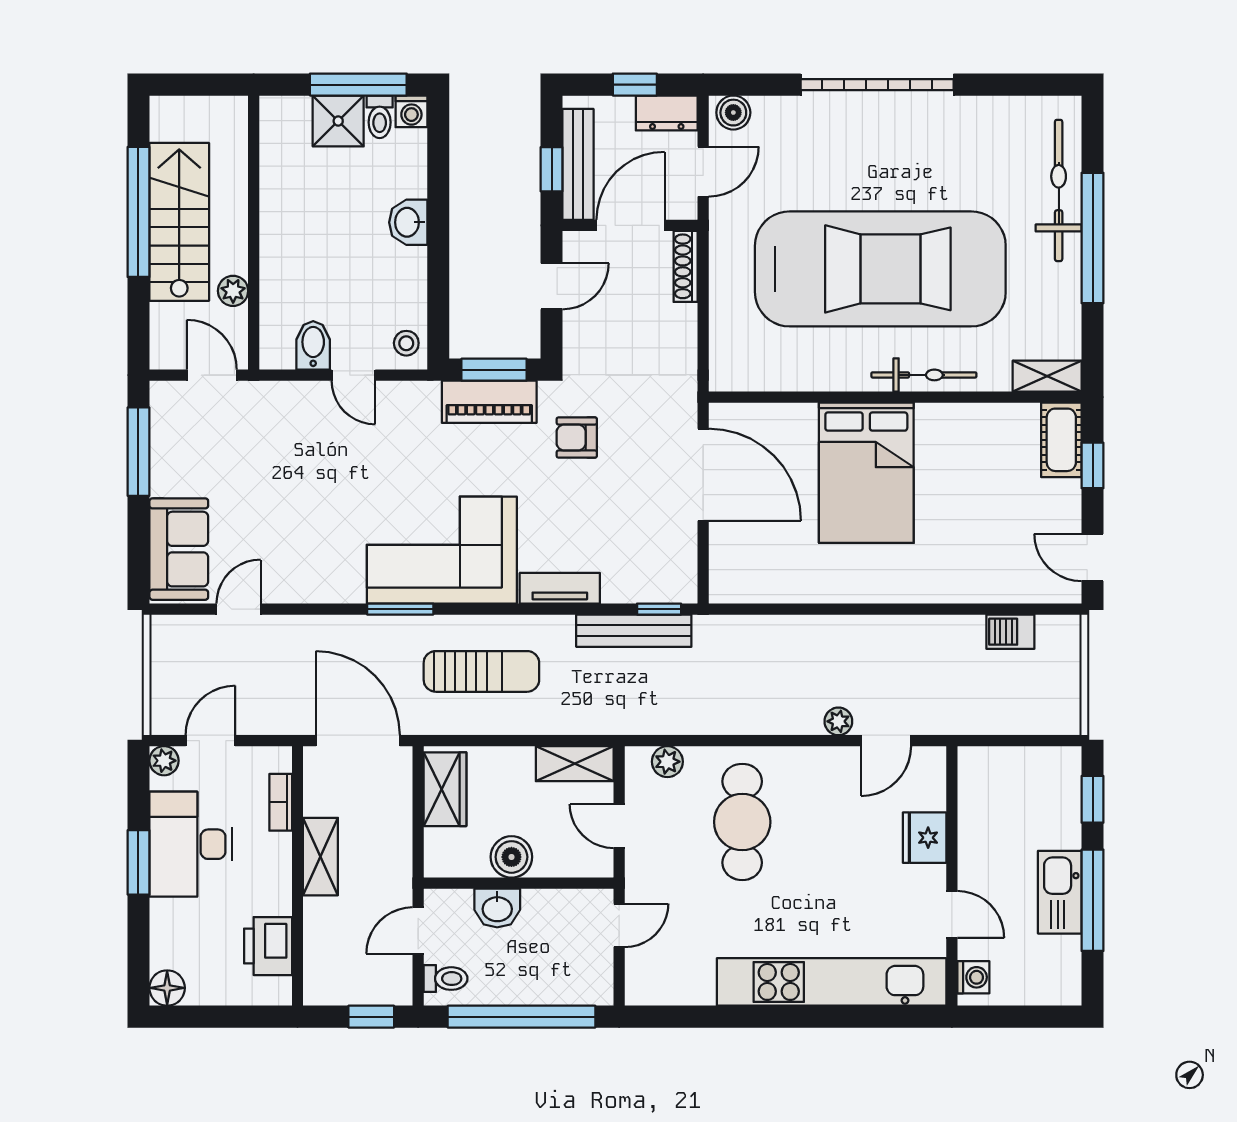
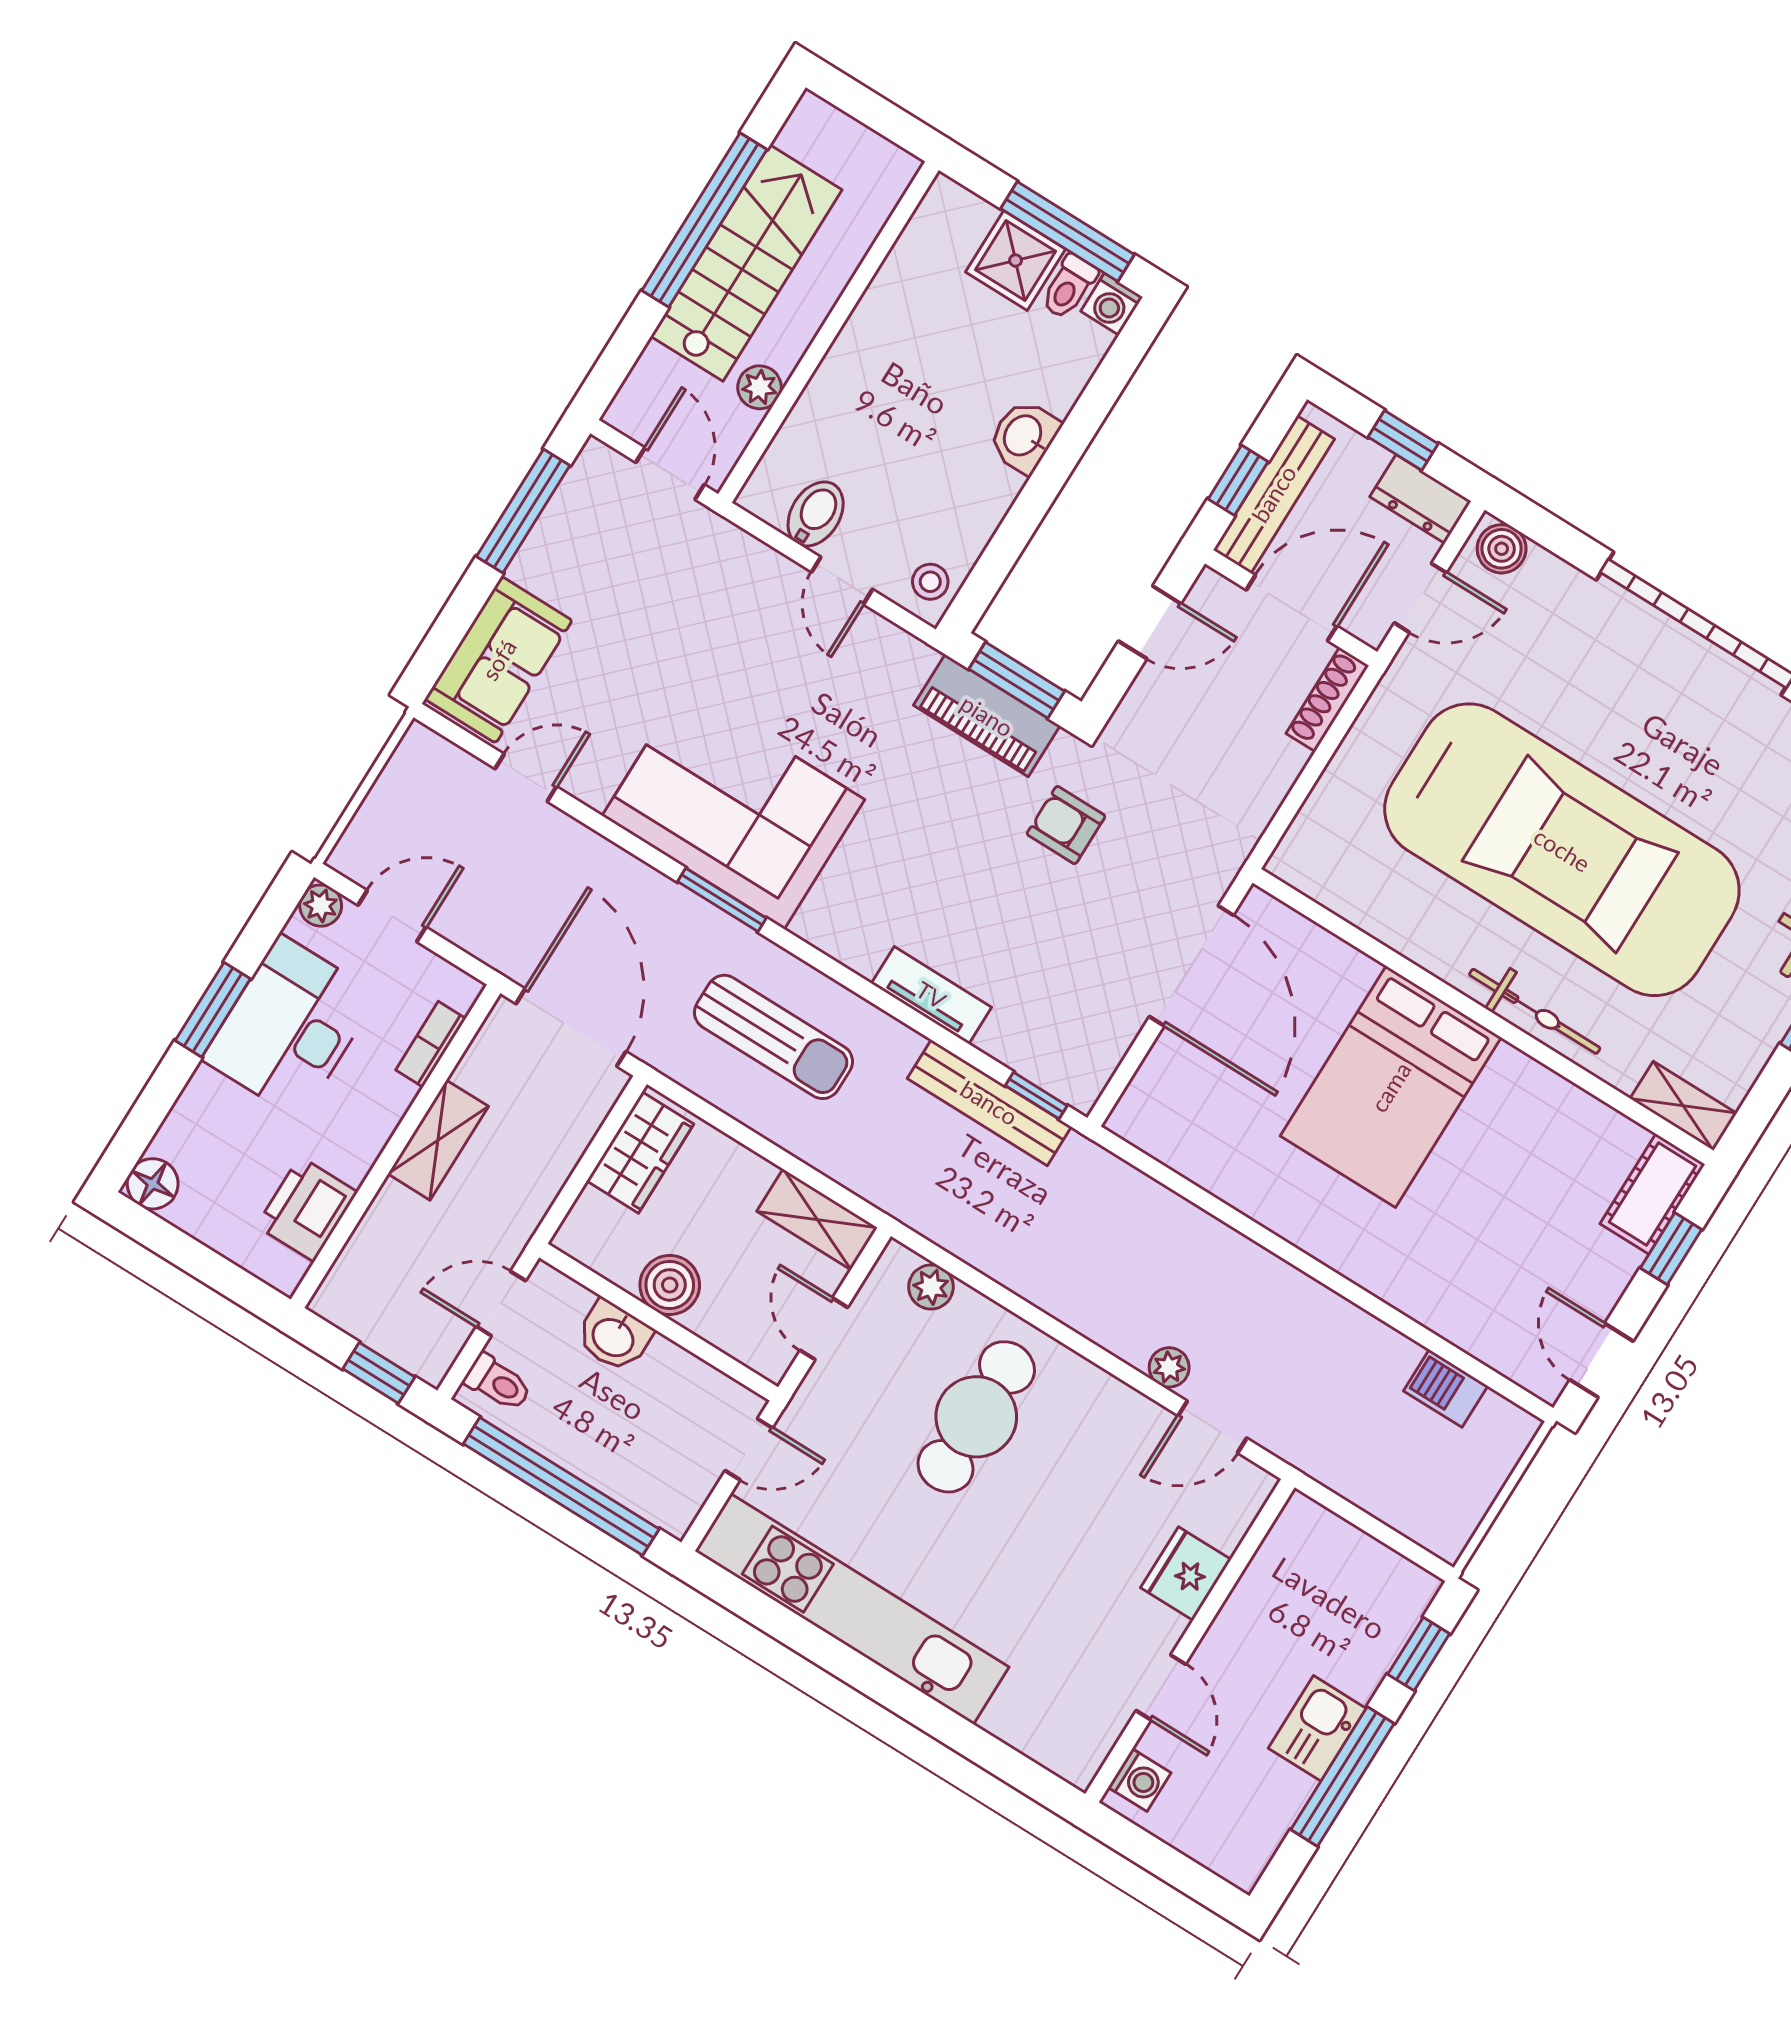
corner sofa: (442, 550) -> (733, 808), moved
kitchen sink: (1060, 892) -> (1317, 1728), width x0.73
kitchen unit: (832, 982) -> (852, 1609), moved

